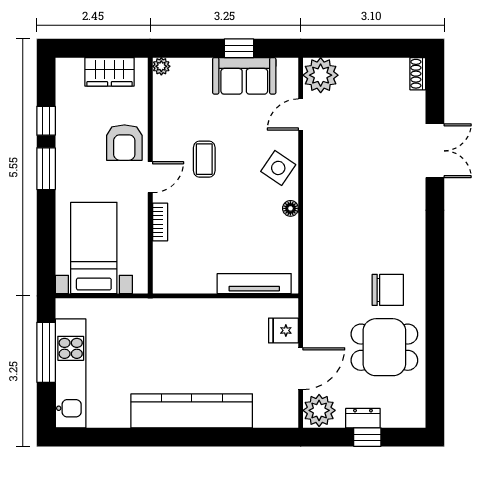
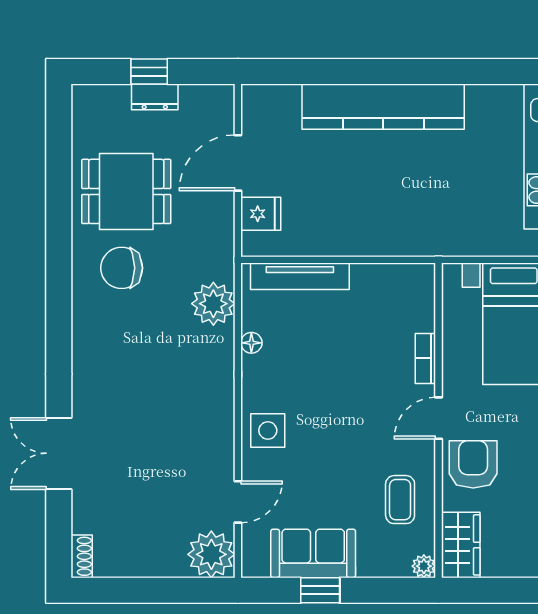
wardrobe: (109, 72) -> (461, 545), moved, turned 90
coffee table: (204, 159) -> (400, 500), moved
side table: (278, 168) -> (268, 431), turned -34
floor lamp: (290, 208) -> (251, 343), moved
plant: (319, 410) -> (213, 304), moved

